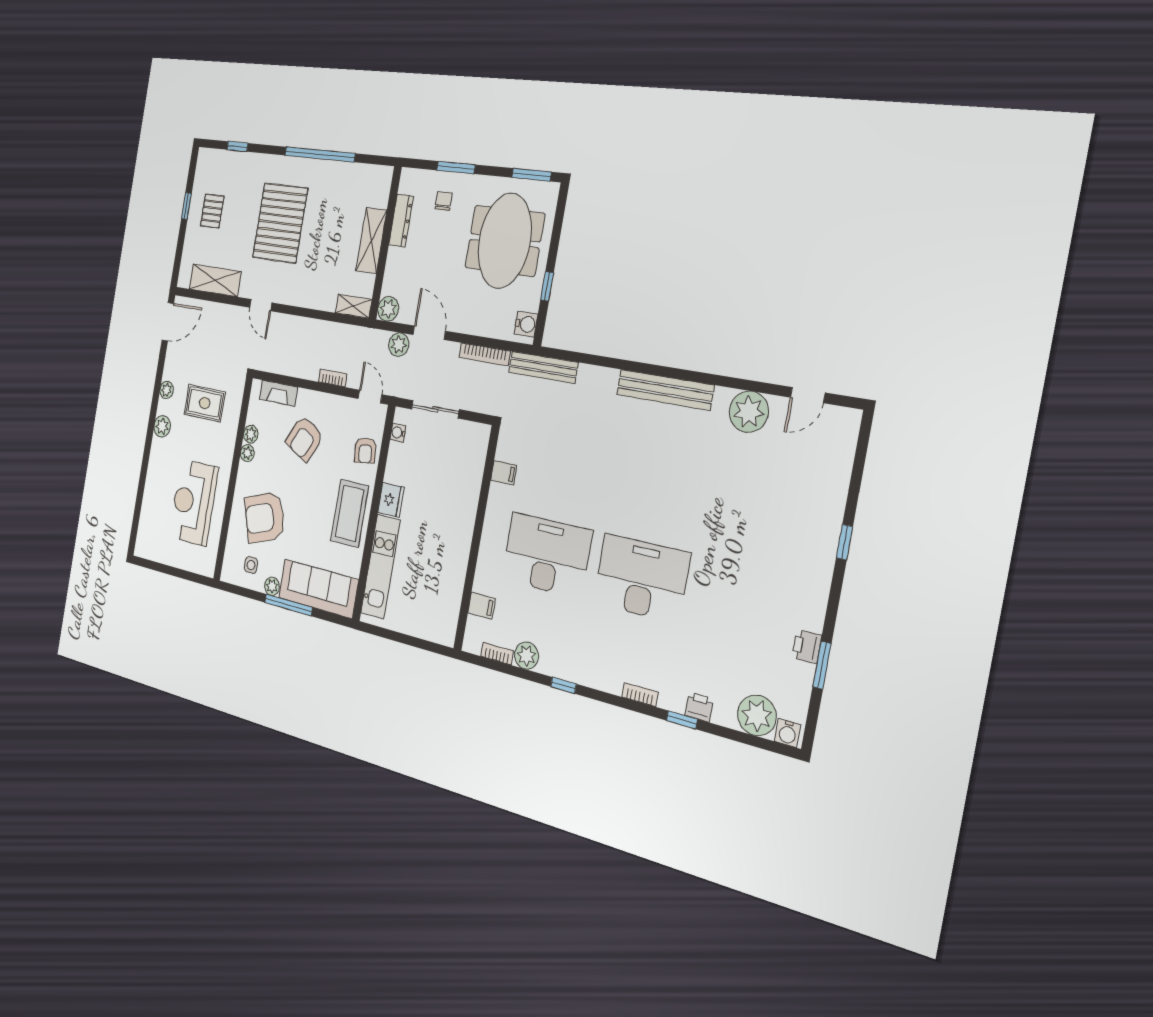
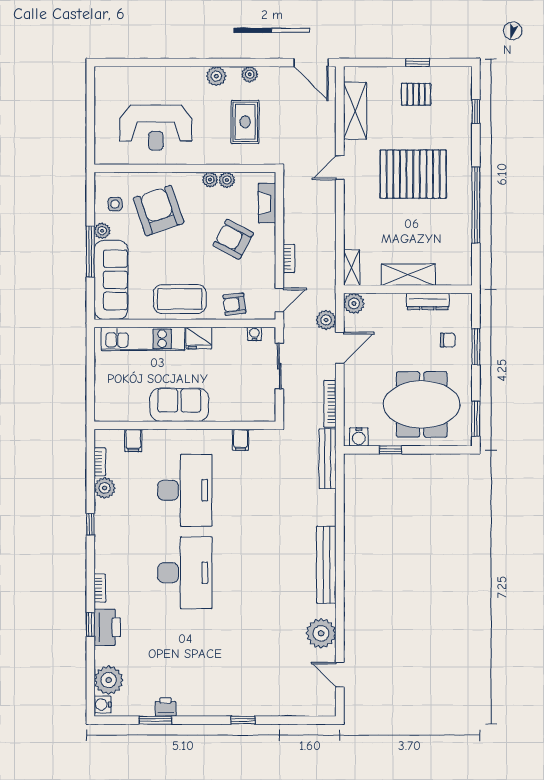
reception desk: (193, 502) -> (156, 128), turned 180
sofa: (454, 540) -> (179, 405), added
printer: (699, 707) -> (107, 627), width x1.87, depth x1.48

